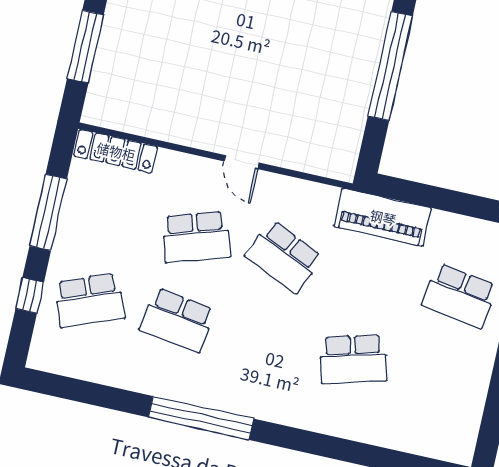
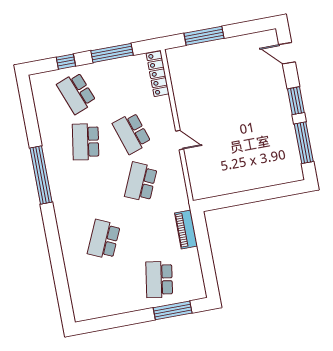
window: (390, 66) -> (260, 194), removed
door: (242, 162) -> (180, 140), swing flipped
piano: (383, 217) -> (186, 230), width x0.73, depth x0.75
school desk: (353, 359) -> (104, 239), turned 39

